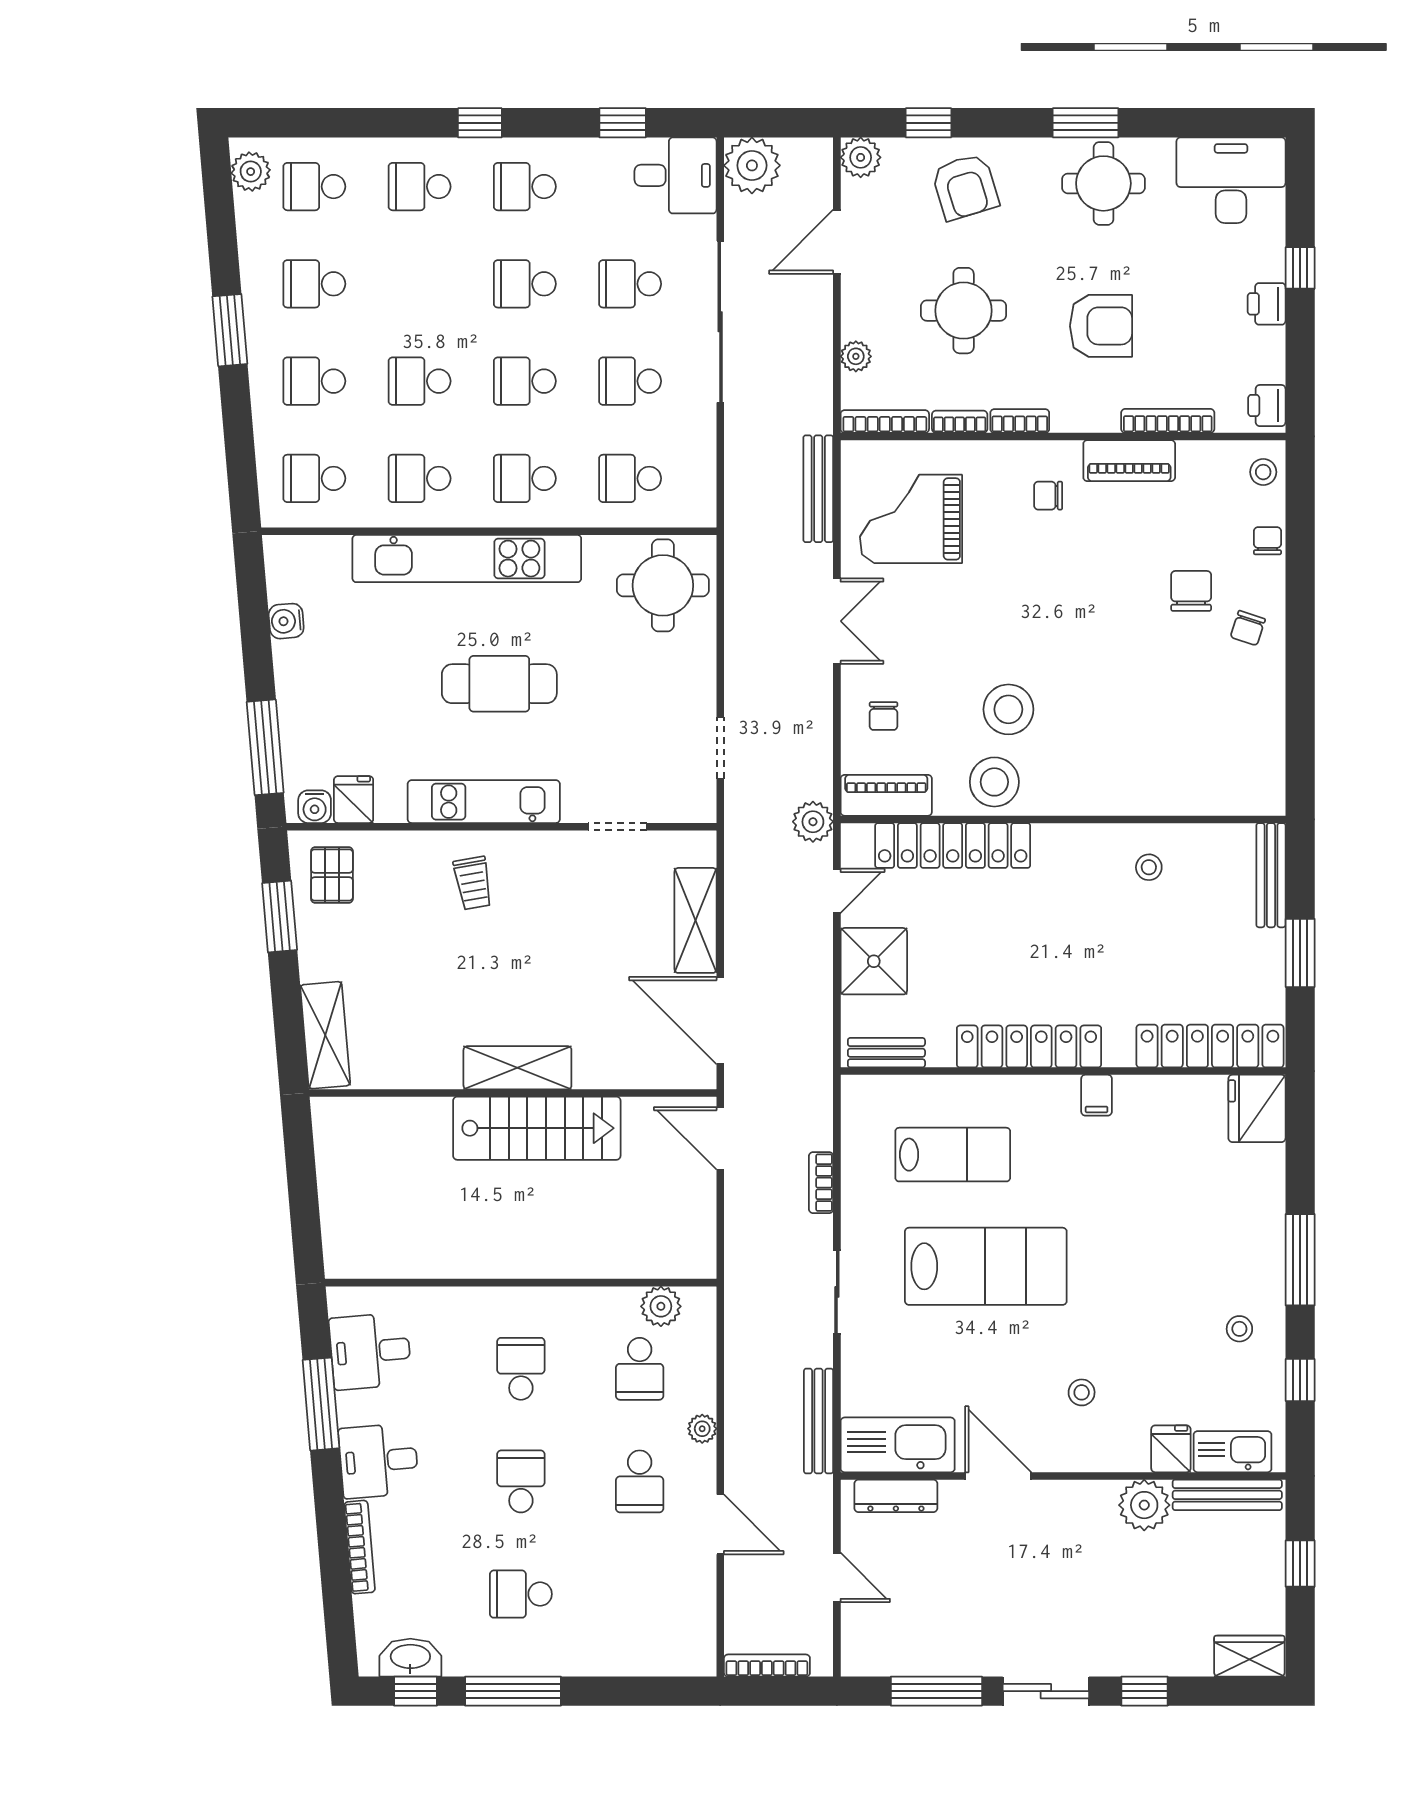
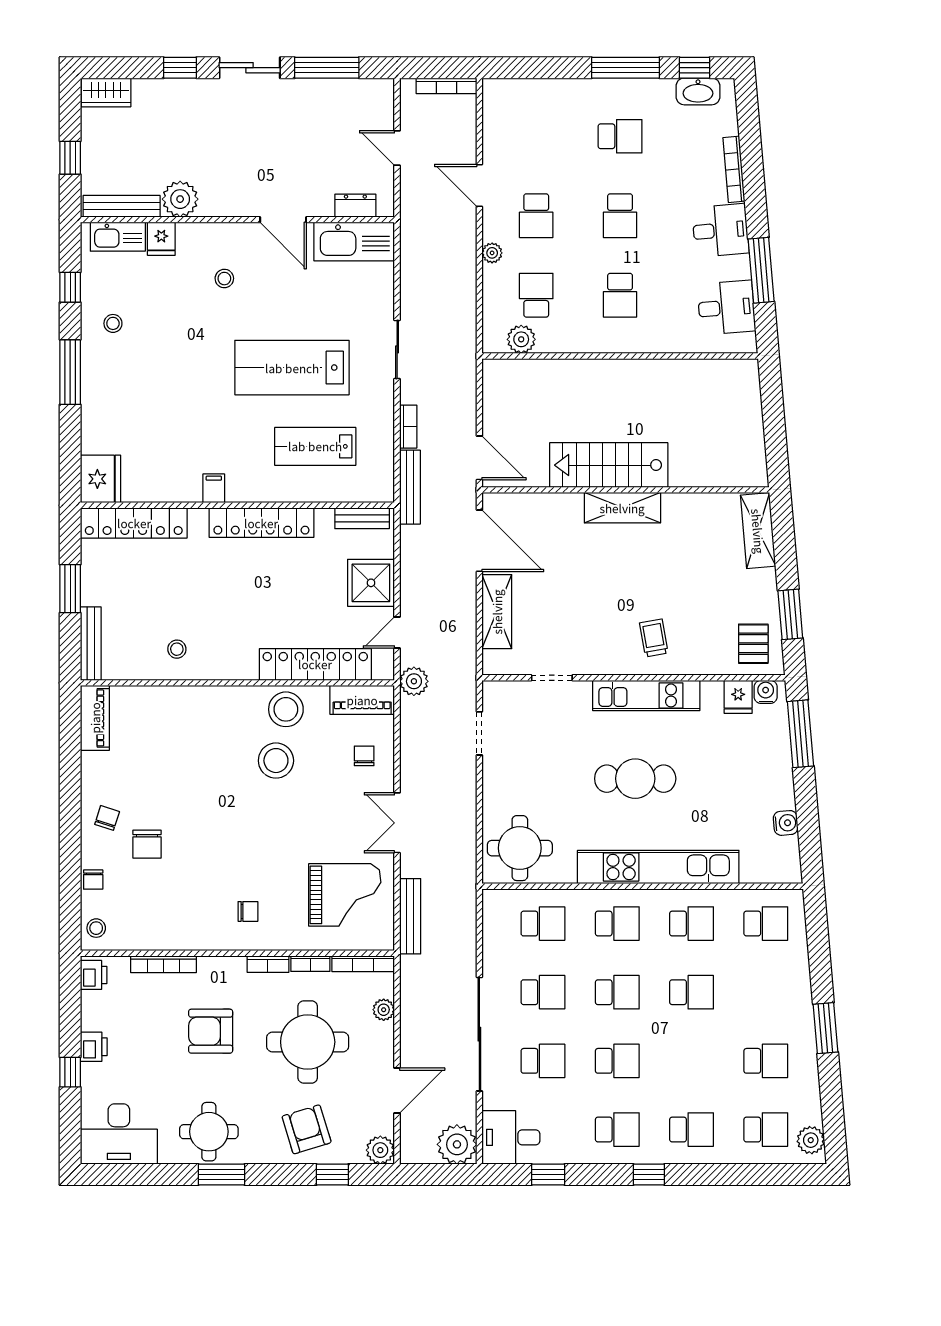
round table: (964, 311) -> (308, 1042), width x1.36, depth x1.36
school desk: (314, 381) -> (766, 992), removed
piano: (1129, 461) -> (95, 718), moved, turned 90
bench: (819, 1421) -> (410, 487), moved
school desk: (640, 1481) -> (536, 216), turned 180
dresser: (896, 1496) -> (355, 206), width x0.70

